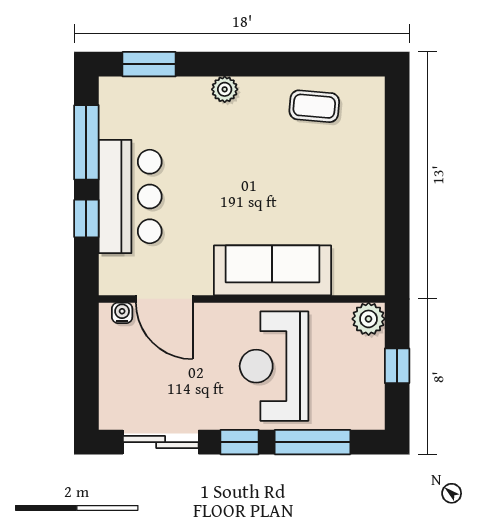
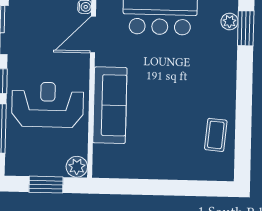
plant: (225, 89) -> (230, 22), moved
window: (397, 366) -> (46, 185), width x1.50

